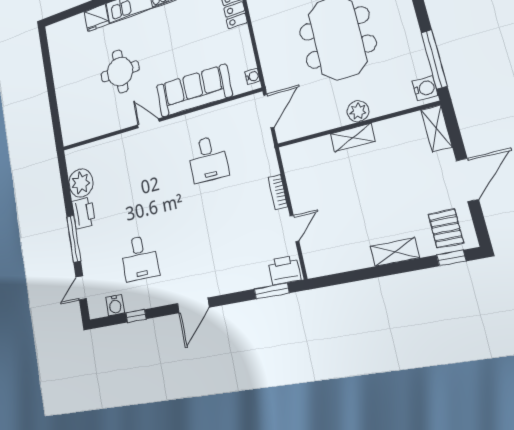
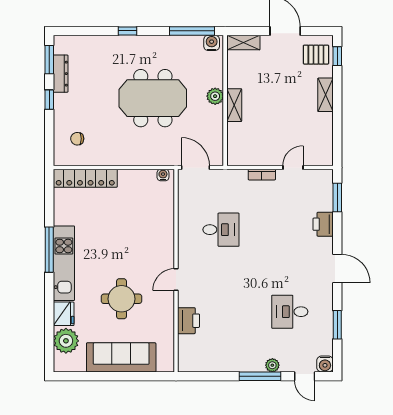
plant: (73, 29) -> (66, 341), added
sofa: (194, 91) -> (121, 357), moved, turned 90
plant: (81, 183) -> (272, 365), moved, width x0.53, depth x0.53
printer: (84, 213) -> (189, 321), moved, turned 90
door: (295, 228) -> (293, 168), hinge flipped
desk: (139, 258) -> (290, 312), turned 180
printer: (284, 270) -> (323, 224), moved
water cooler: (115, 305) -> (325, 364), moved, turned 90
window: (136, 316) -> (337, 325), width x1.50

